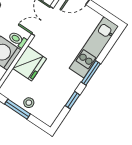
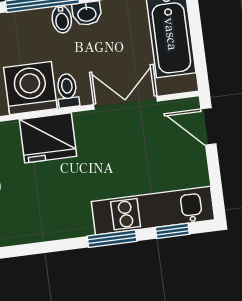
window: (73, 100) -> (172, 231), moved

